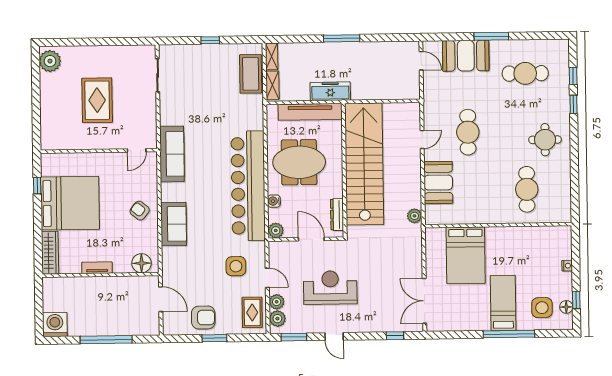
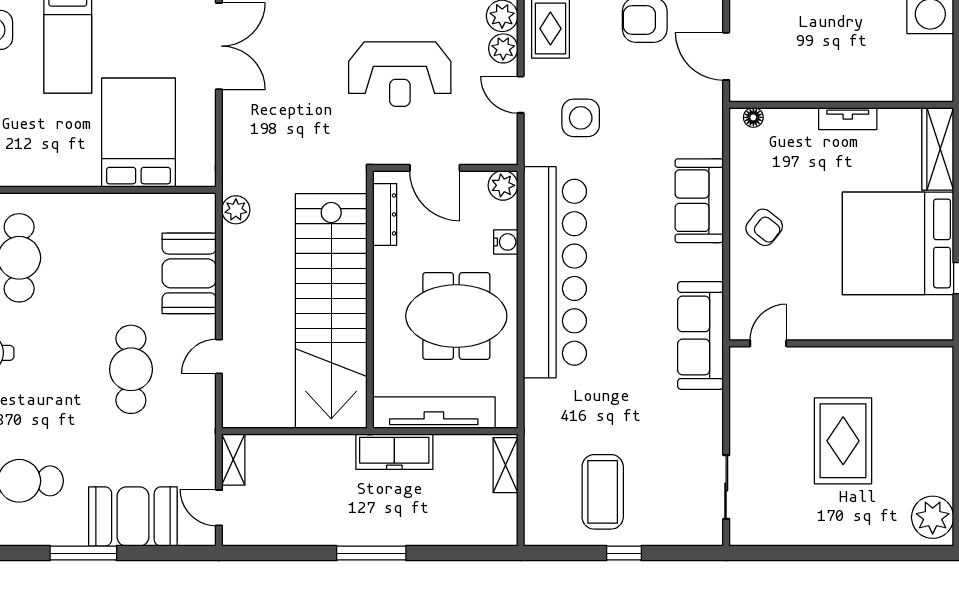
shelving: (272, 56) -> (233, 460), moved
coffee table: (251, 74) -> (603, 492), moved
floor lamp: (142, 263) -> (753, 117), width x0.53, depth x0.53

